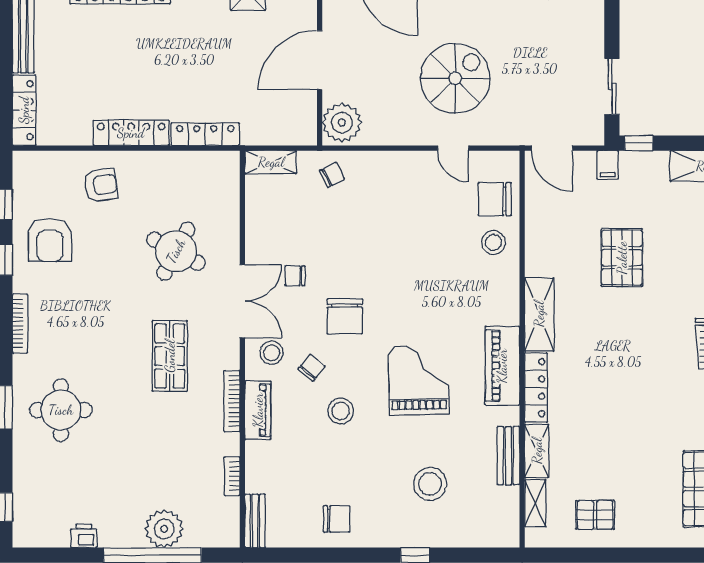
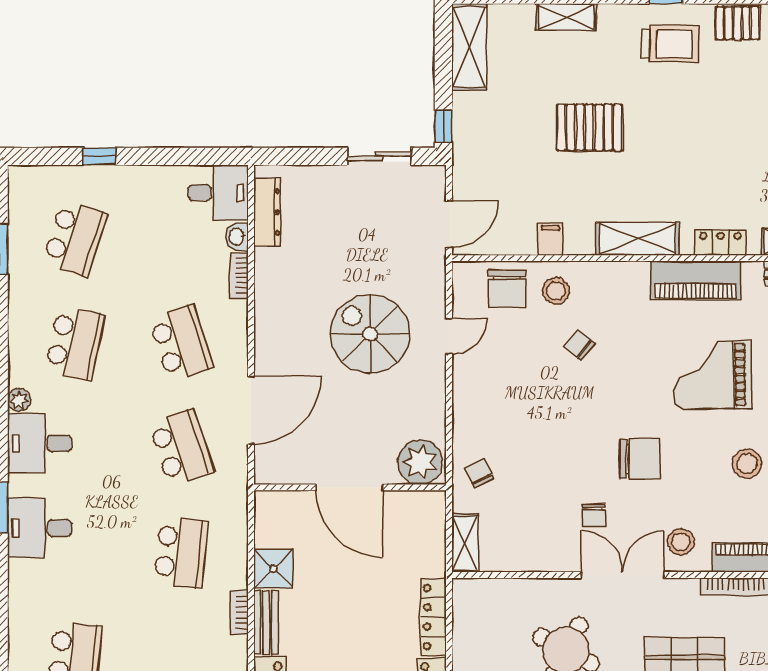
filing cabinet: (608, 165) -> (550, 239), moved, turned -90
pallet: (622, 258) -> (590, 127), moved
chair: (311, 368) -> (579, 345), moved
locker: (536, 388) -> (720, 242), width x0.66

